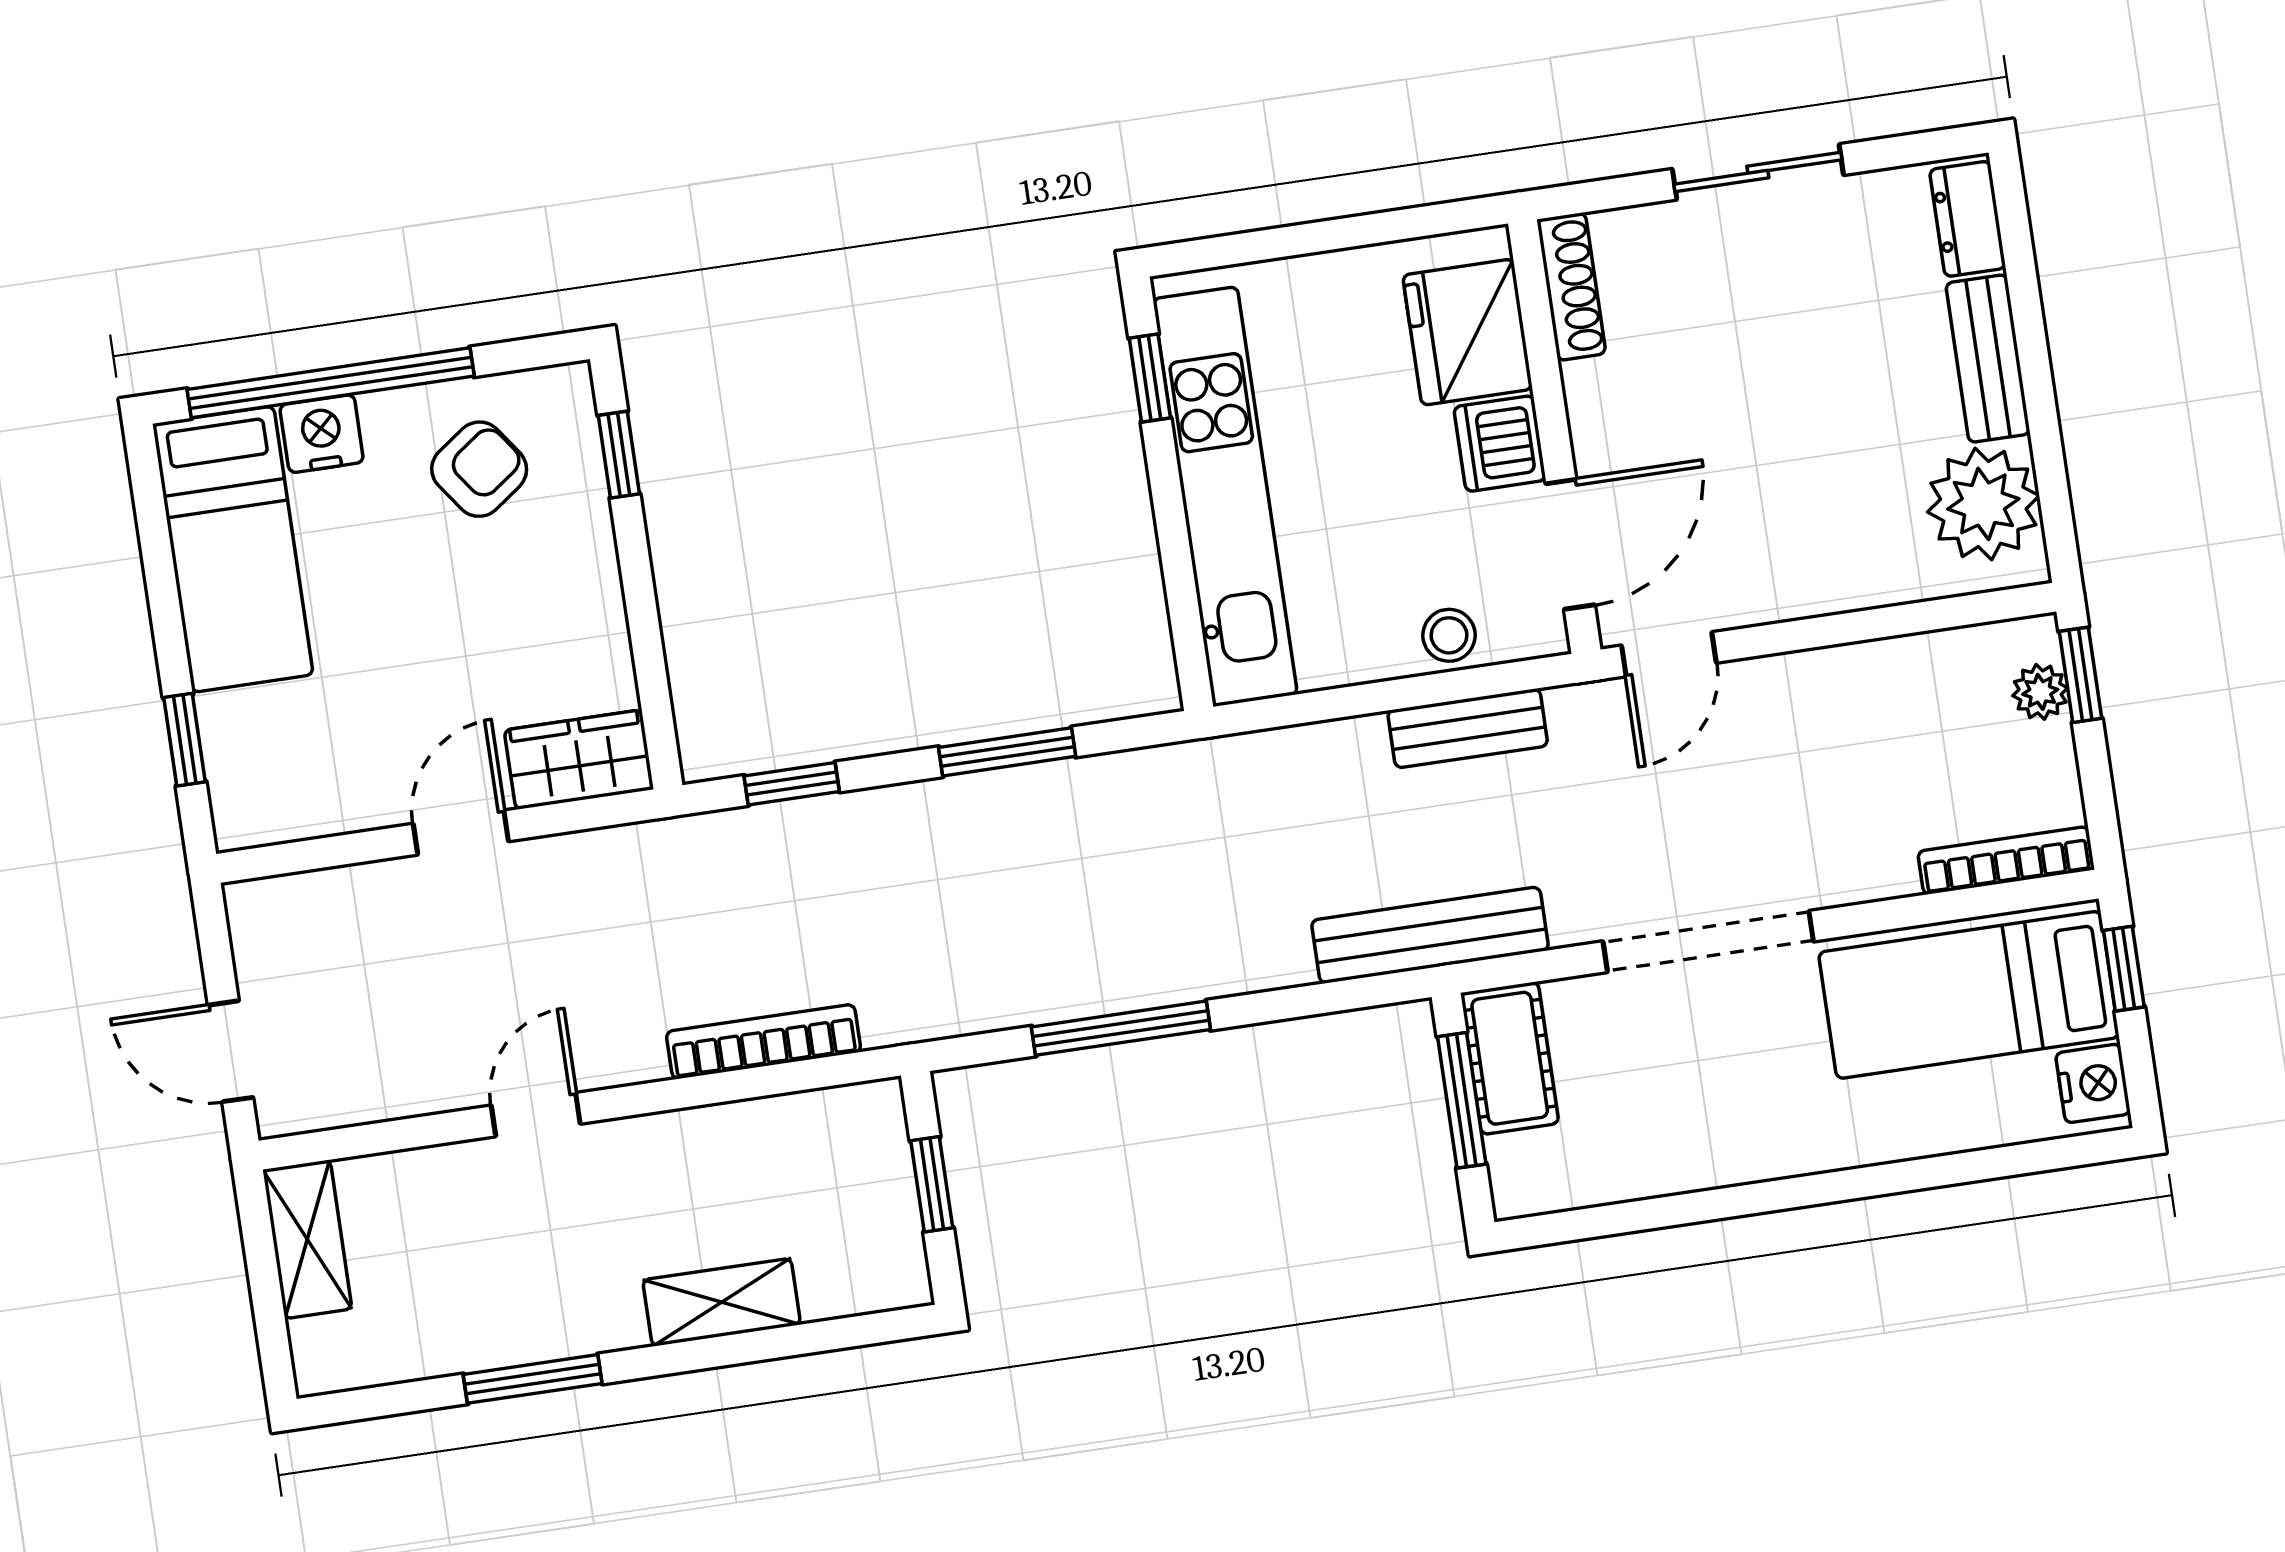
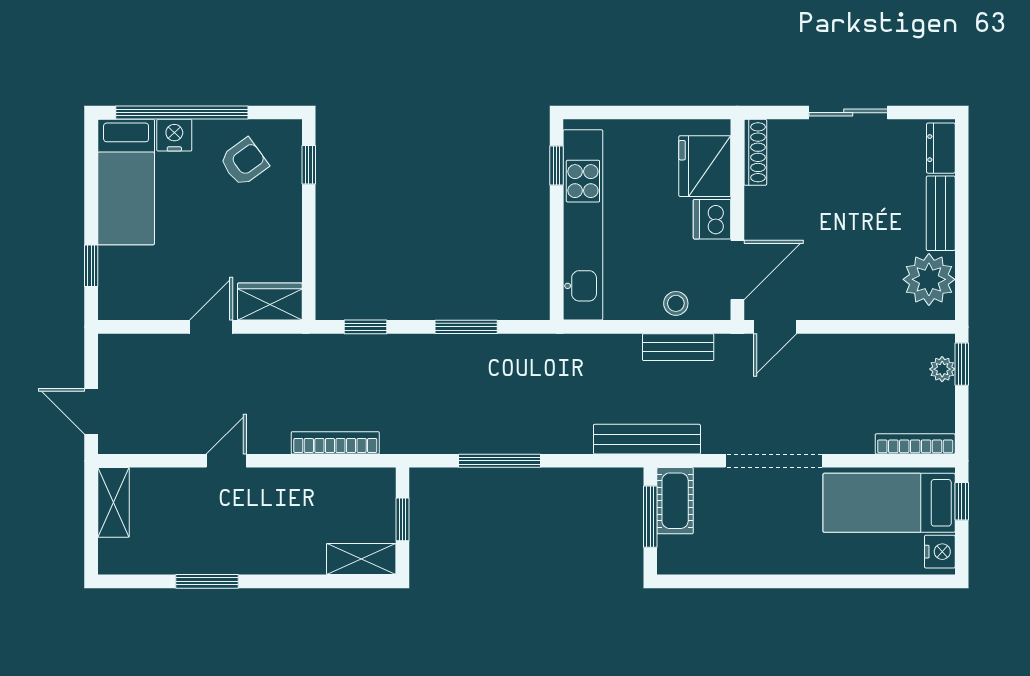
shelving: (722, 1302) -> (361, 559), moved

